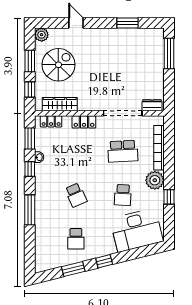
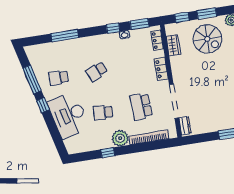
wardrobe: (60, 104) -> (173, 45), width x0.67
window: (30, 210) -> (65, 36), moved
desk: (137, 230) -> (68, 115), moved
window: (73, 269) -> (32, 79), width x1.44

